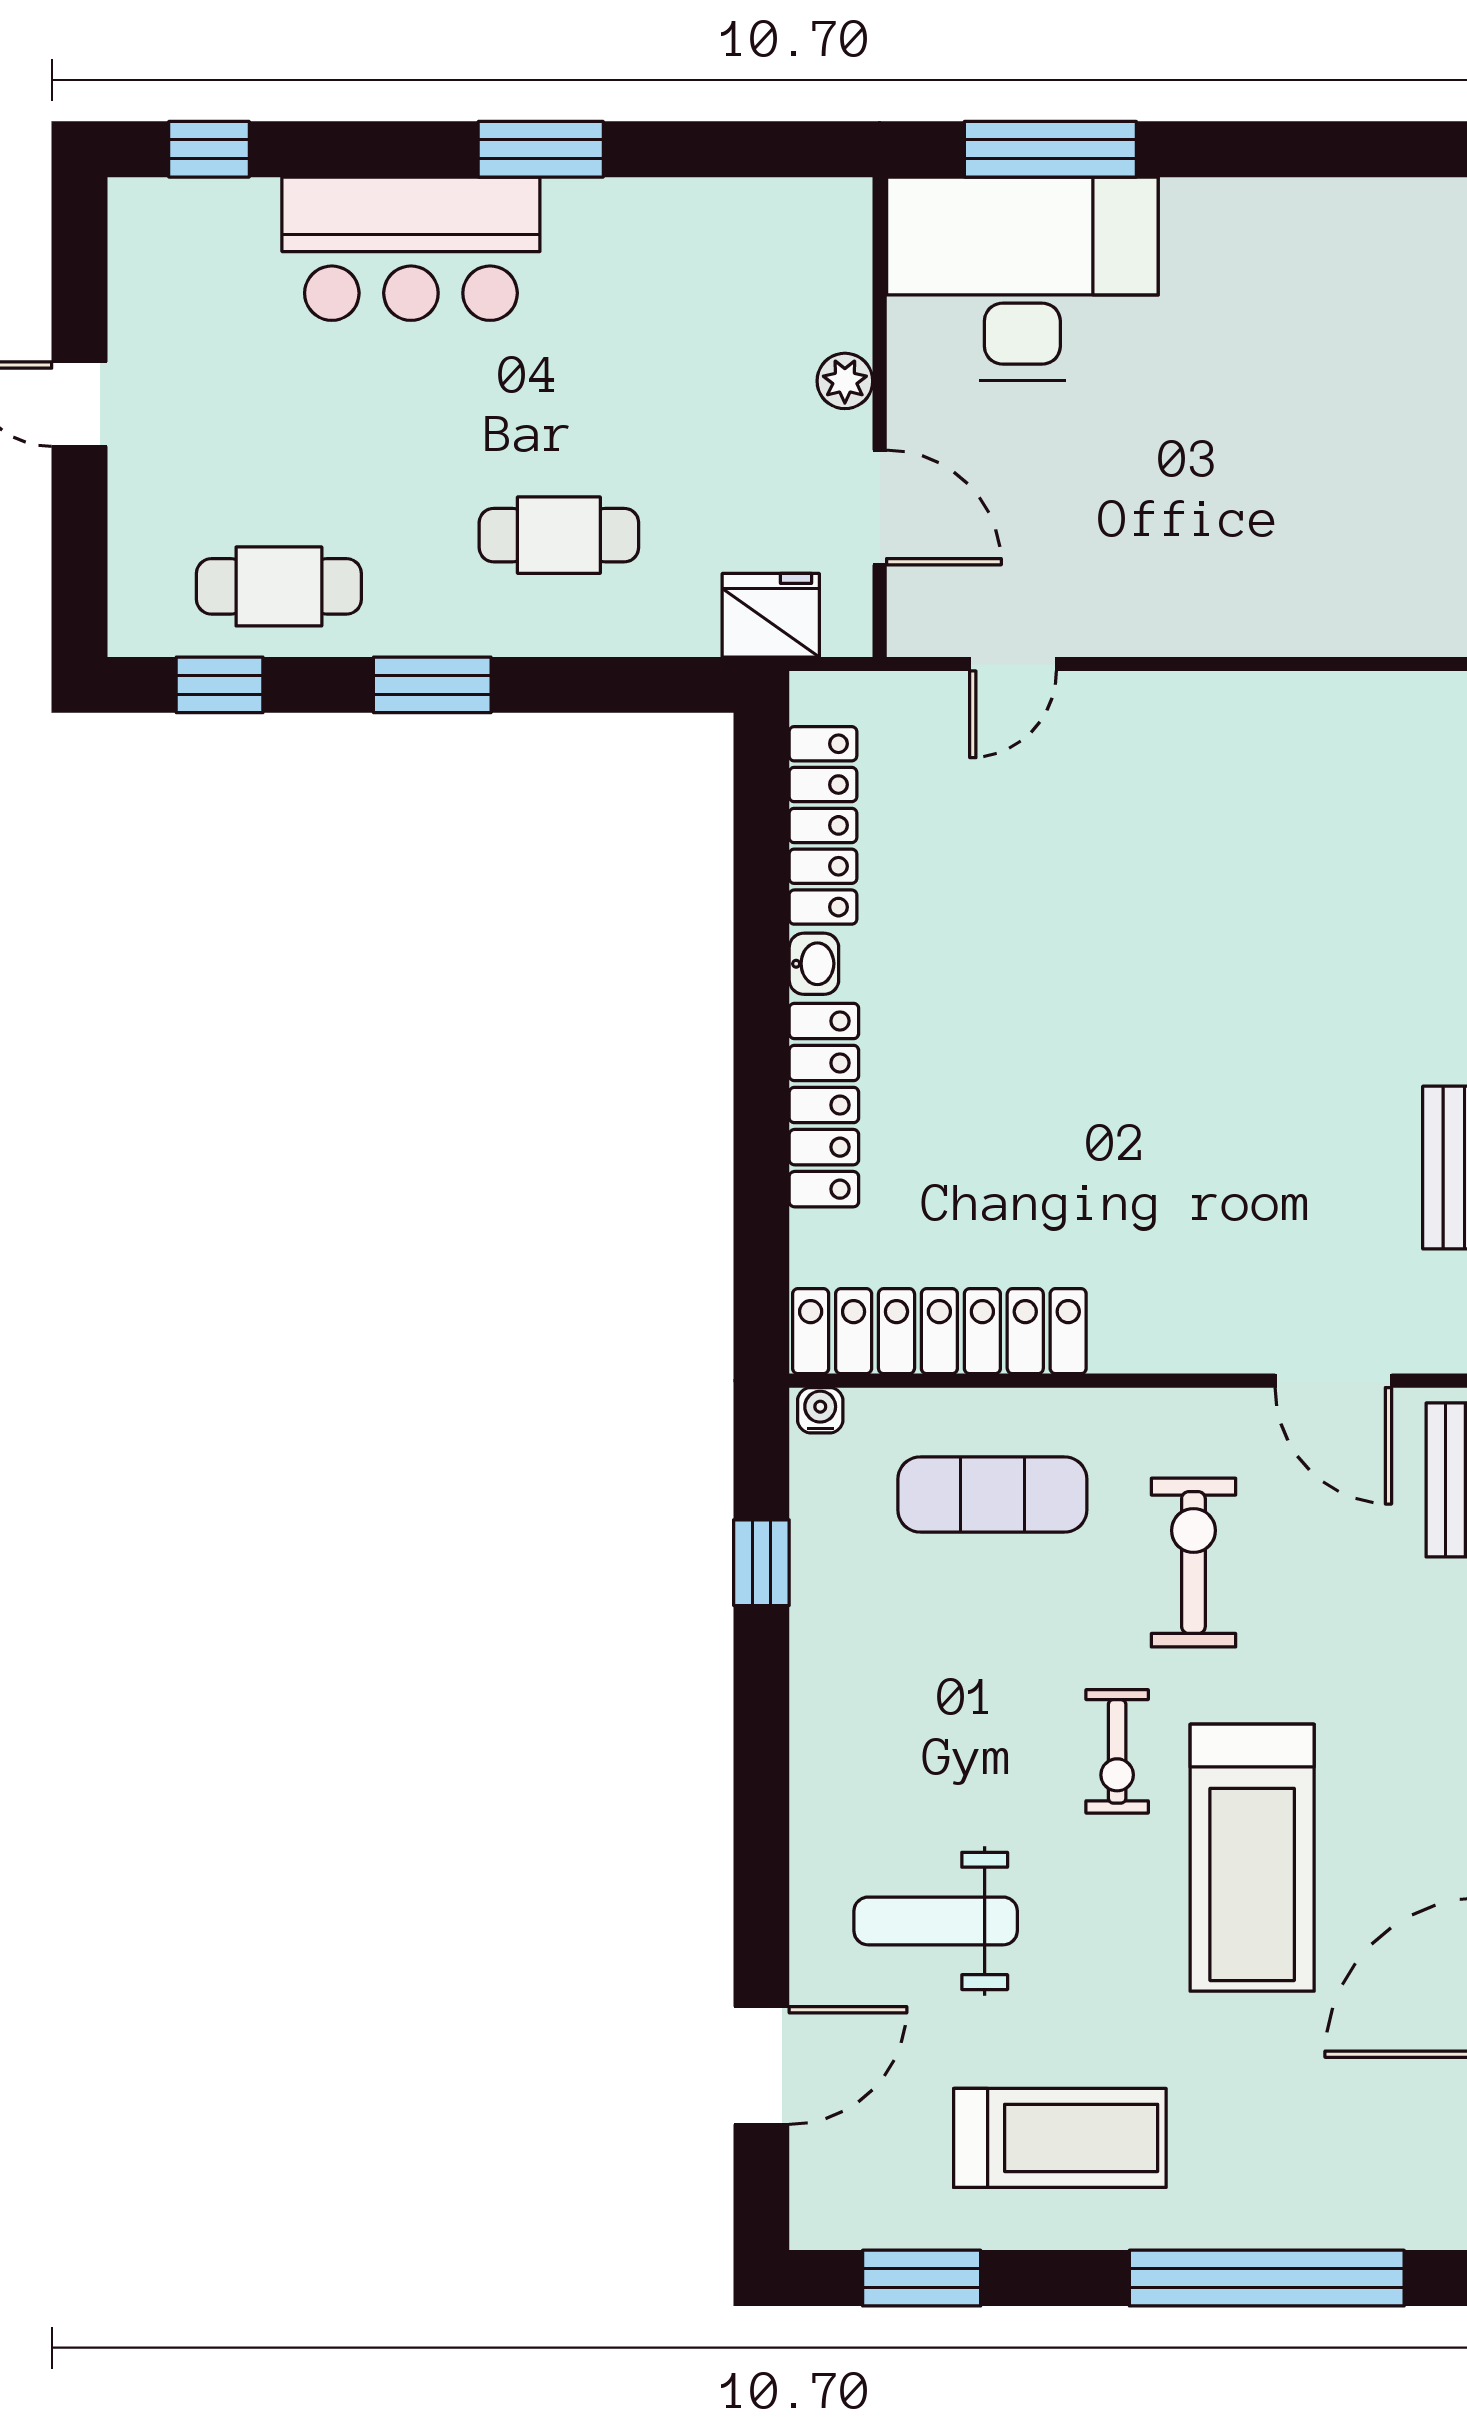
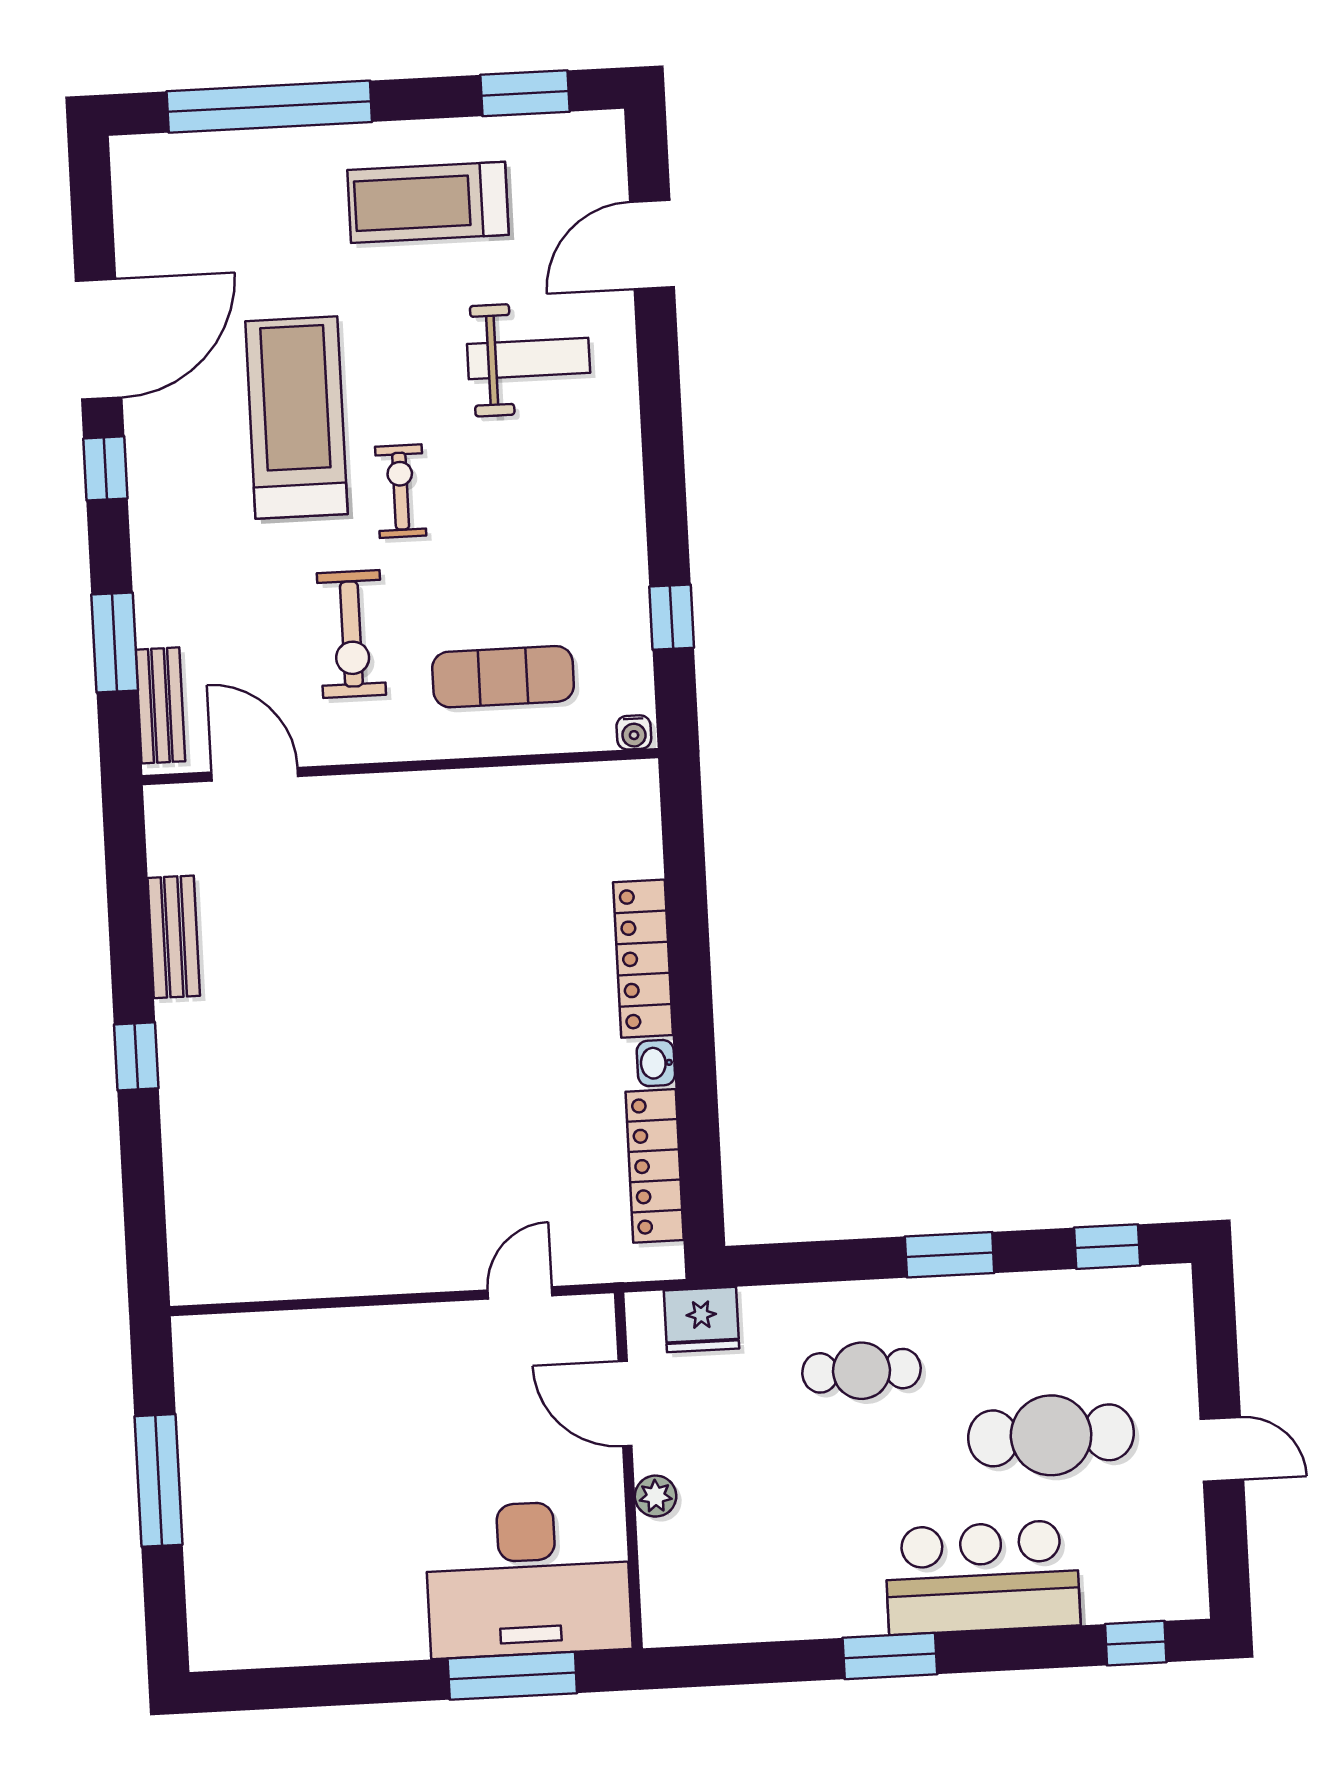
cafe table: (279, 586) -> (1051, 1435), moved, width x1.37, depth x1.35
locker: (939, 1331) -> (549, 796), removed

